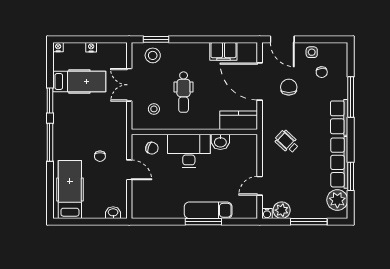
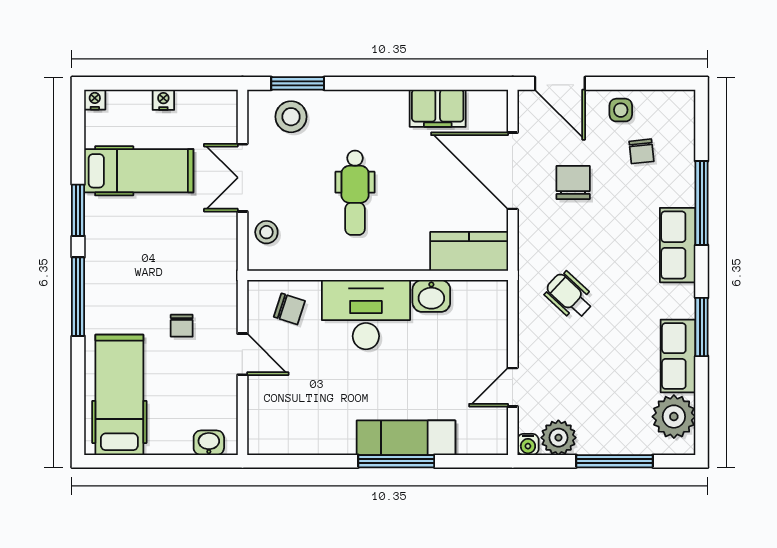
stool: (154, 109) -> (266, 232), moved
row of seats: (339, 162) -> (678, 356), width x0.68
window: (351, 176) -> (702, 327), moved

